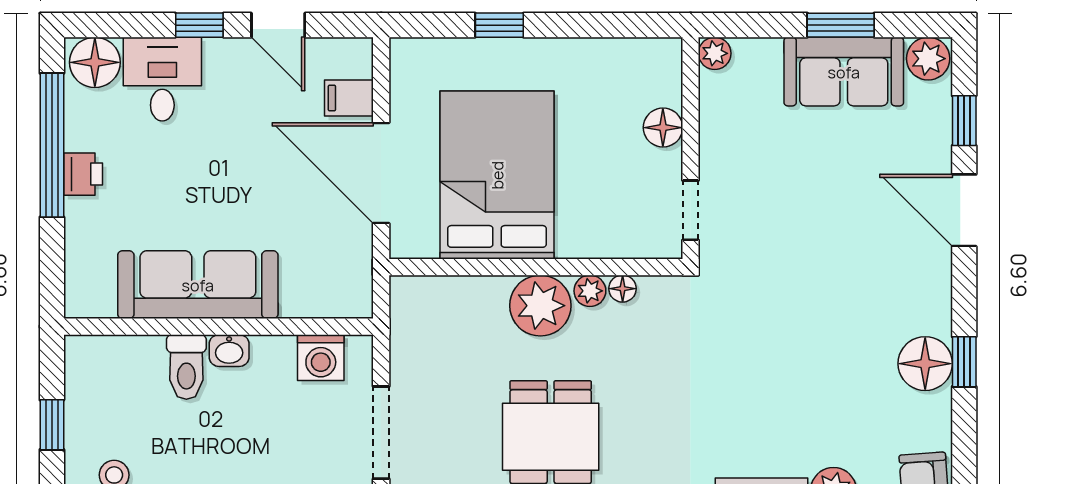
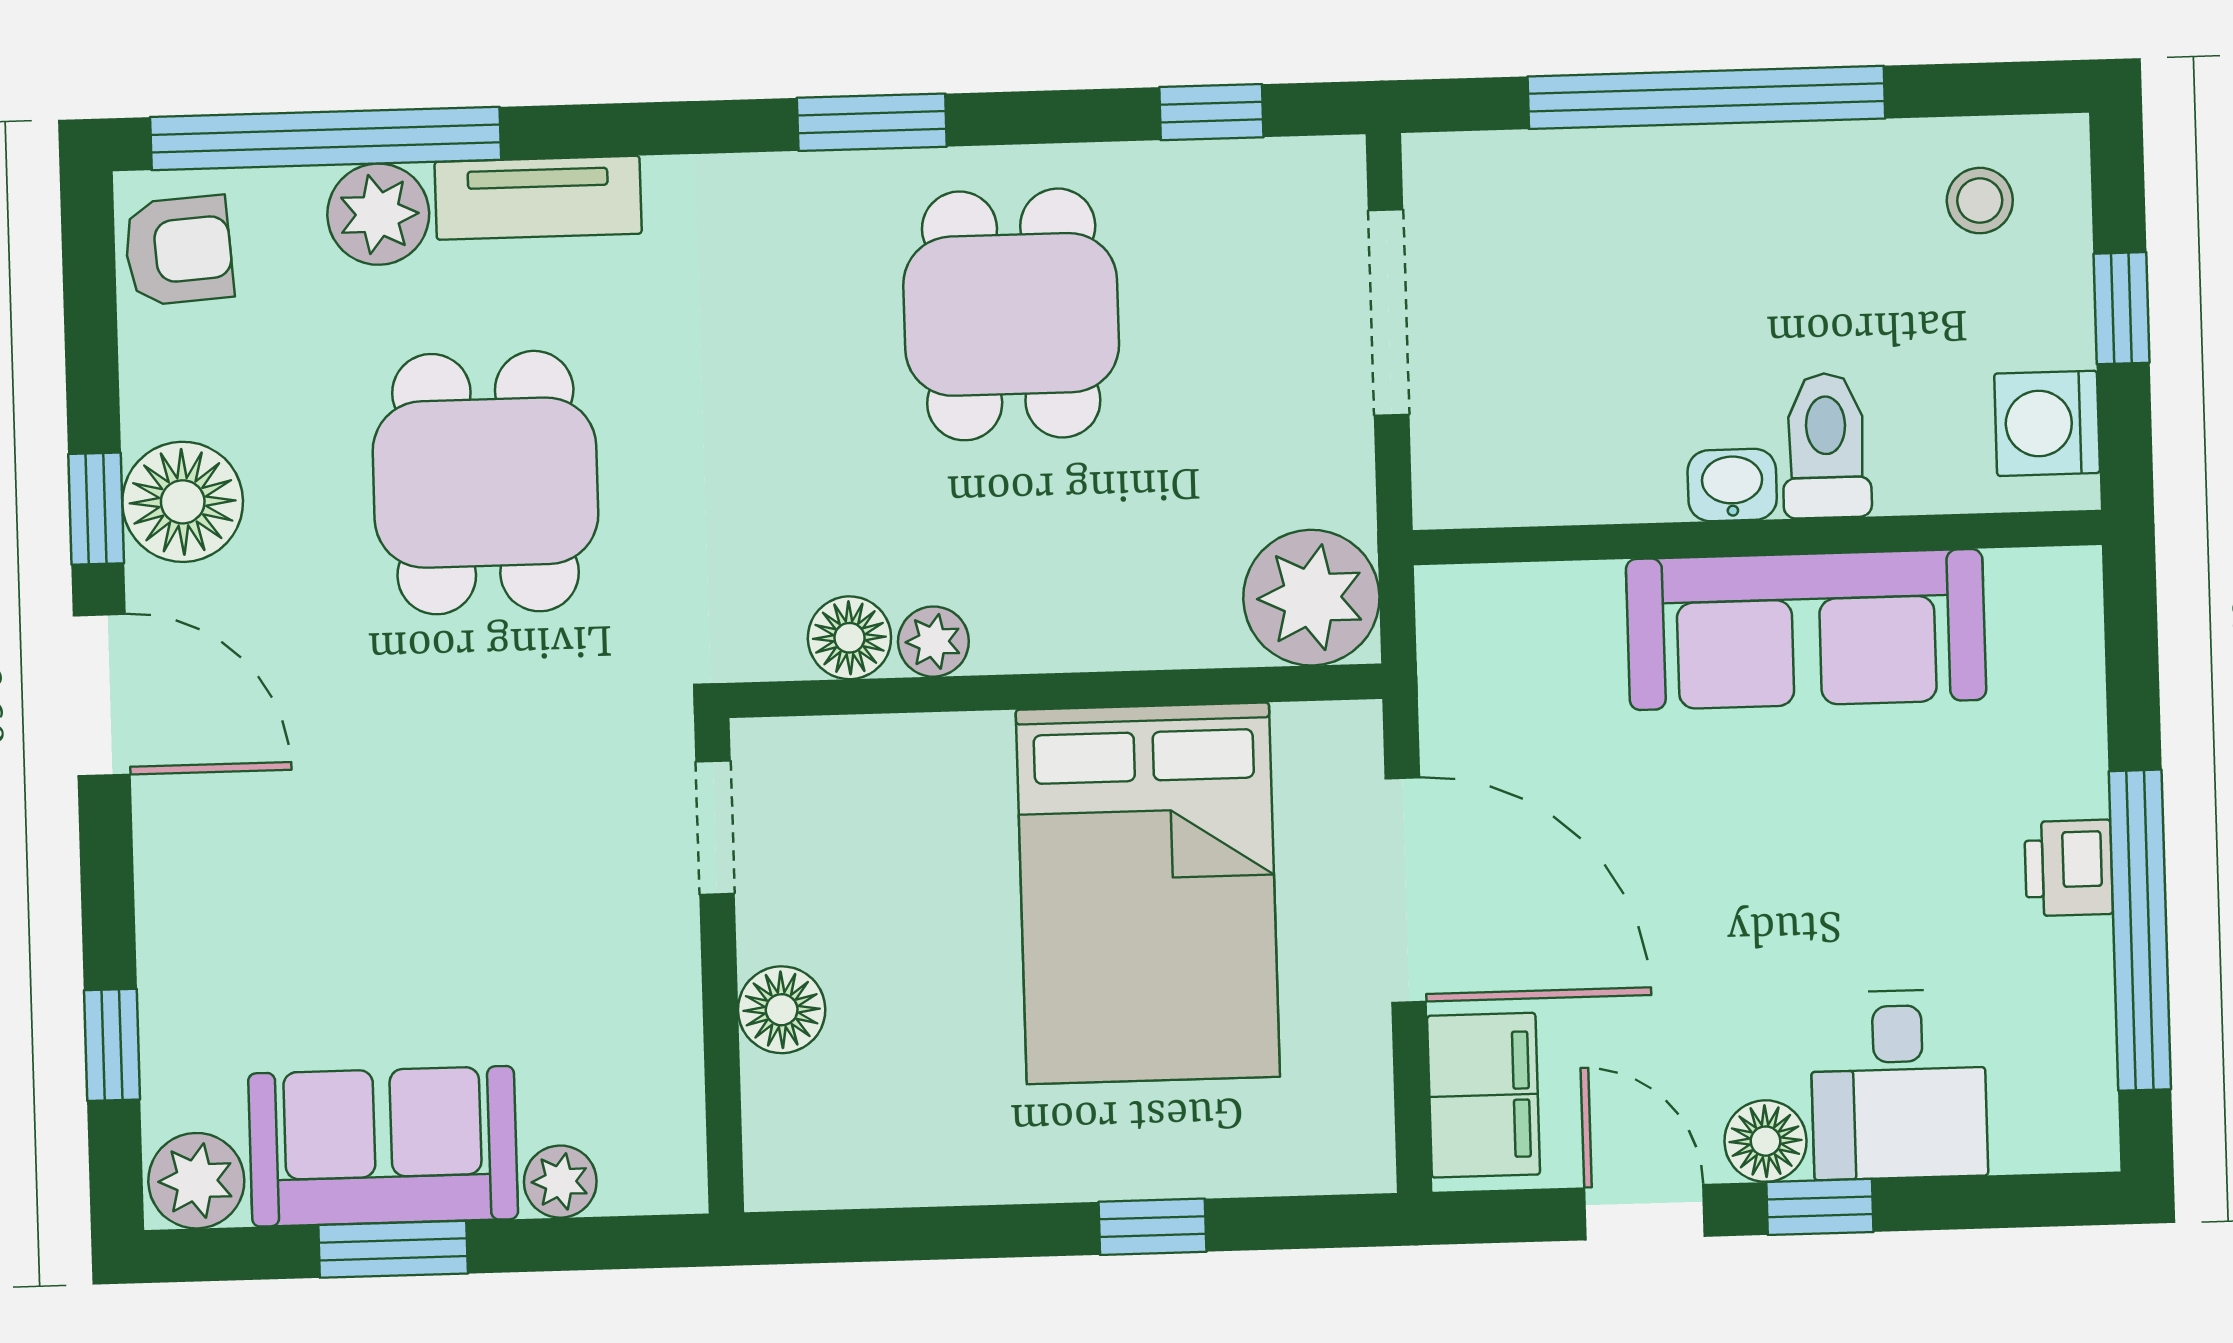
plant: (715, 53) -> (560, 1182), moved
floor lamp: (95, 62) -> (1766, 1141), moved, width x0.73, depth x0.73
filing cabinet: (349, 98) -> (1484, 1095), width x2.00
door: (964, 210) -> (102, 695), moved
floor lamp: (623, 289) -> (849, 638), width x1.37, depth x1.37
plant: (540, 306) -> (1311, 598), moved
washing machine: (321, 358) -> (2047, 423), moved, turned -90
dining table: (789, 368) -> (485, 483), added

